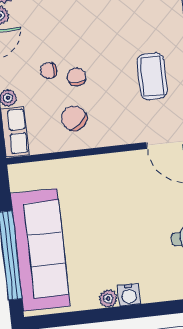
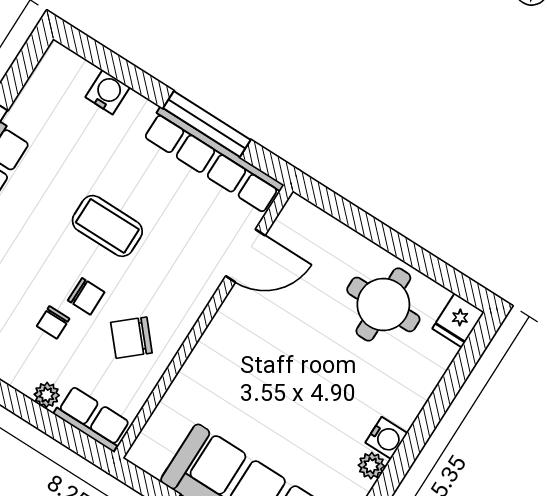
coffee table: (152, 76) -> (107, 226), moved
chair: (77, 77) -> (86, 296), turned 180

